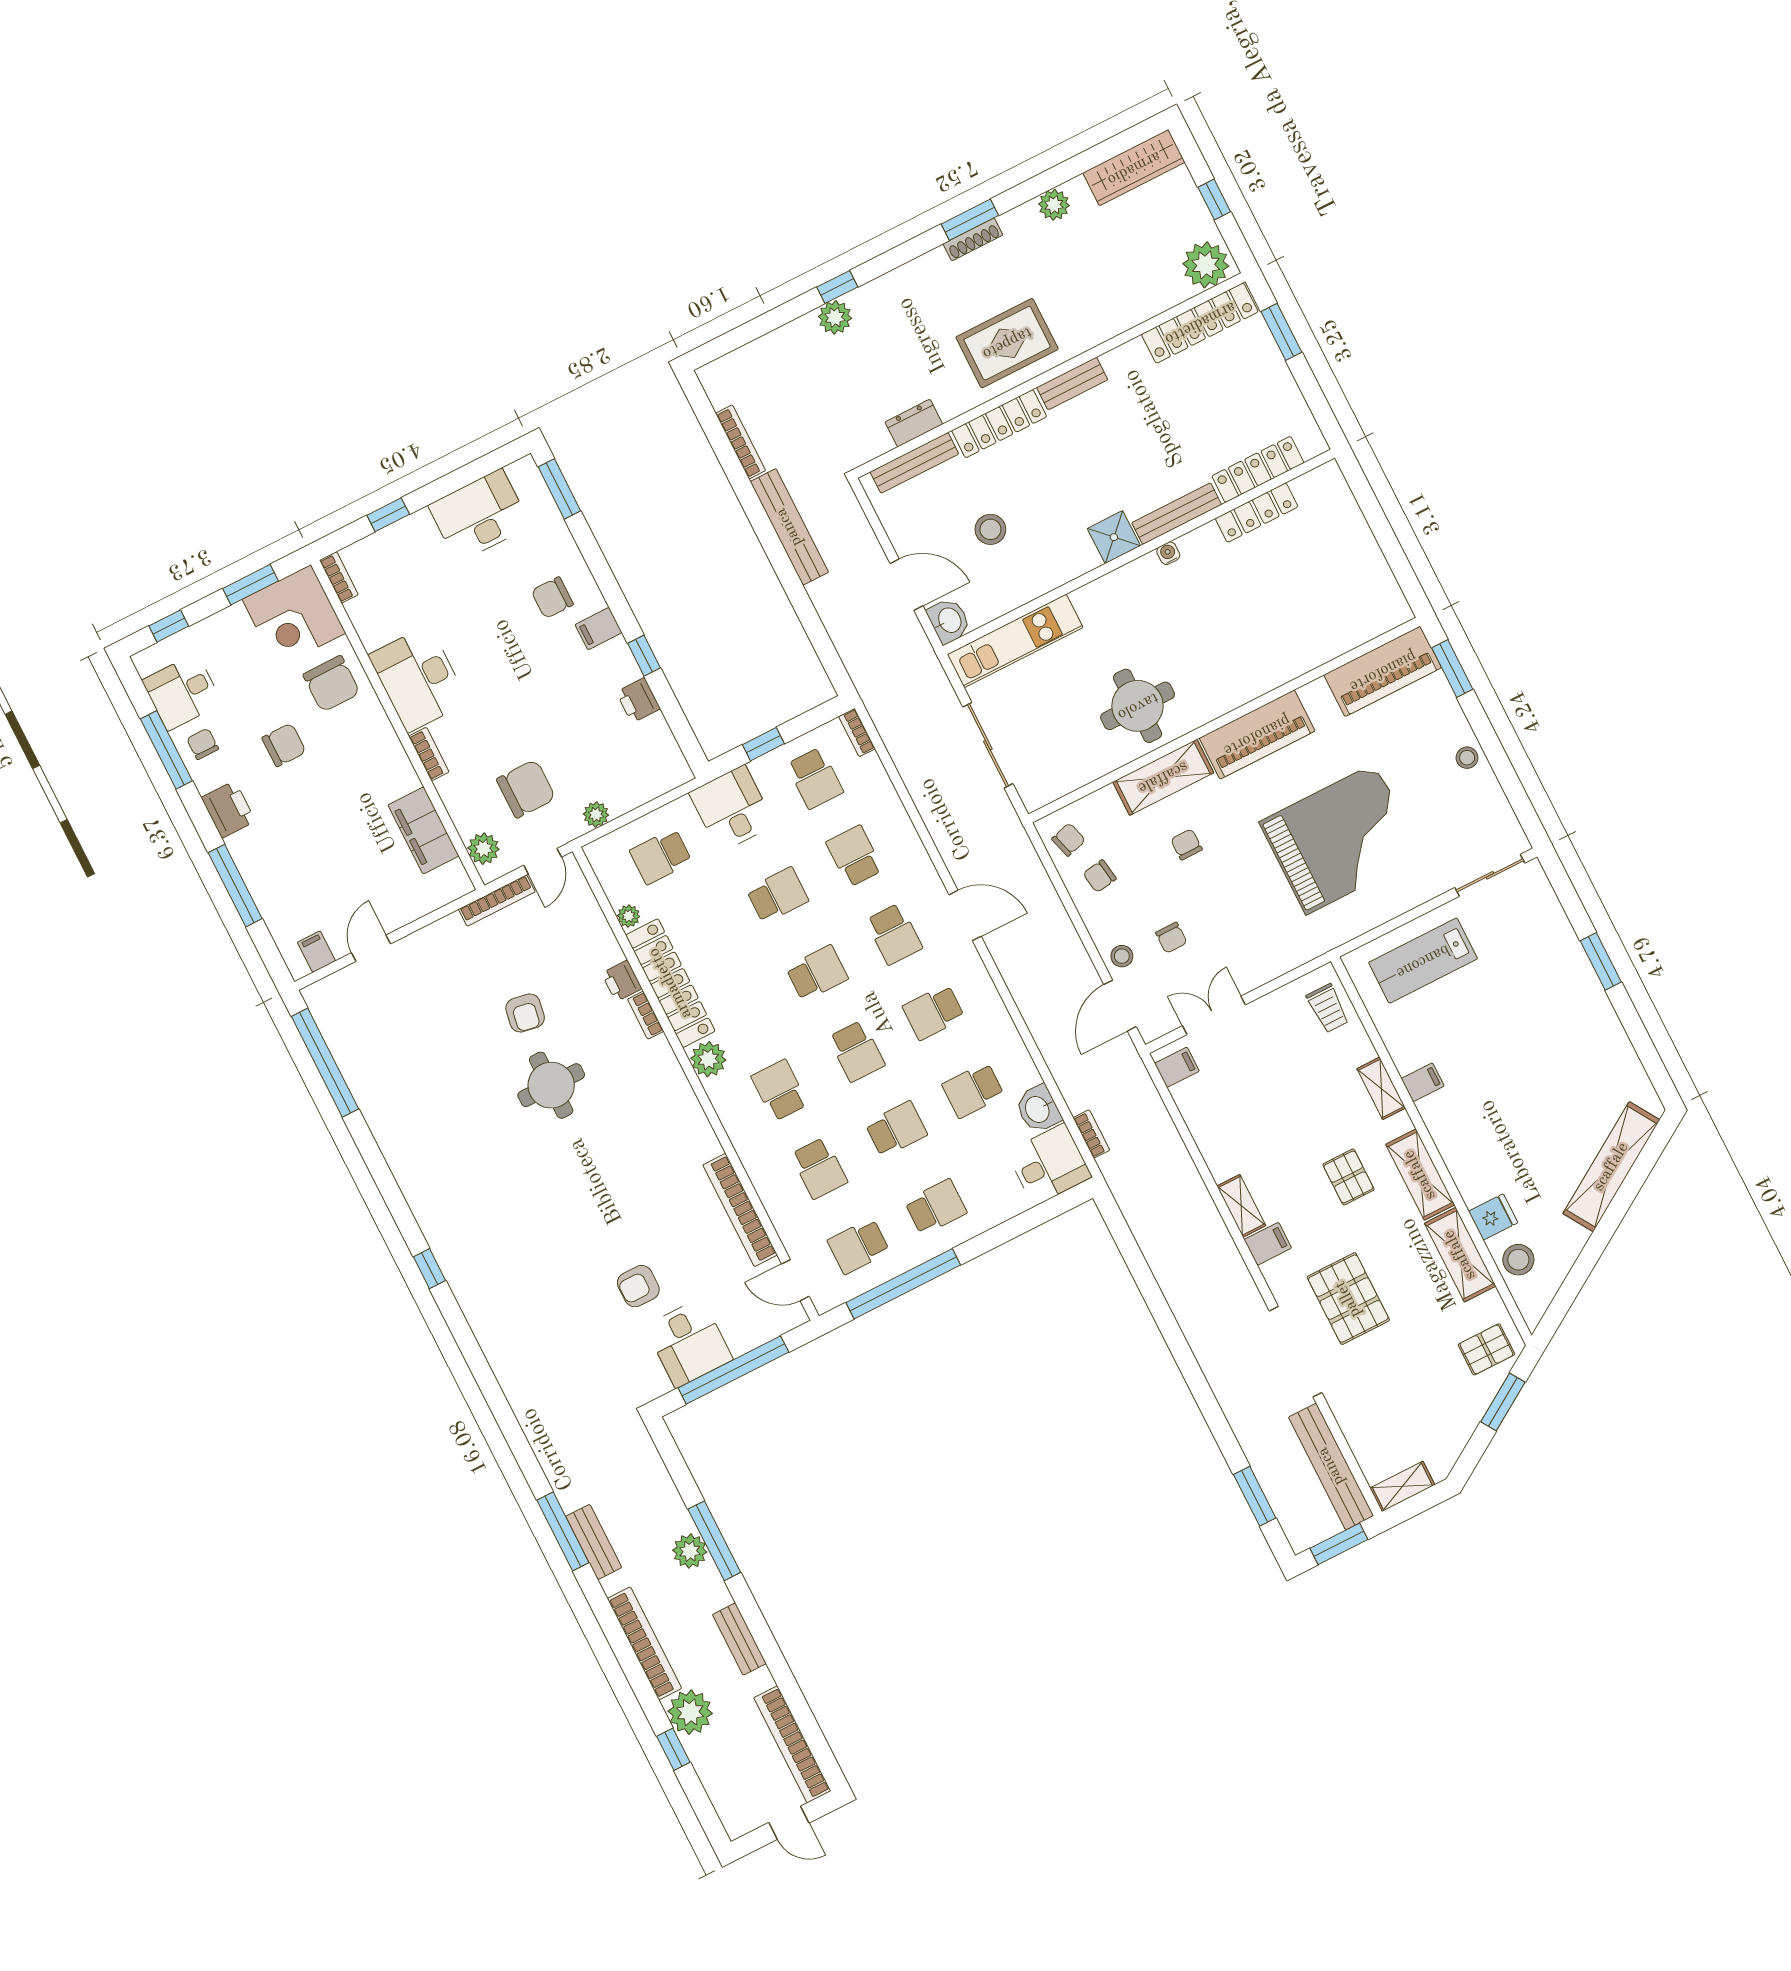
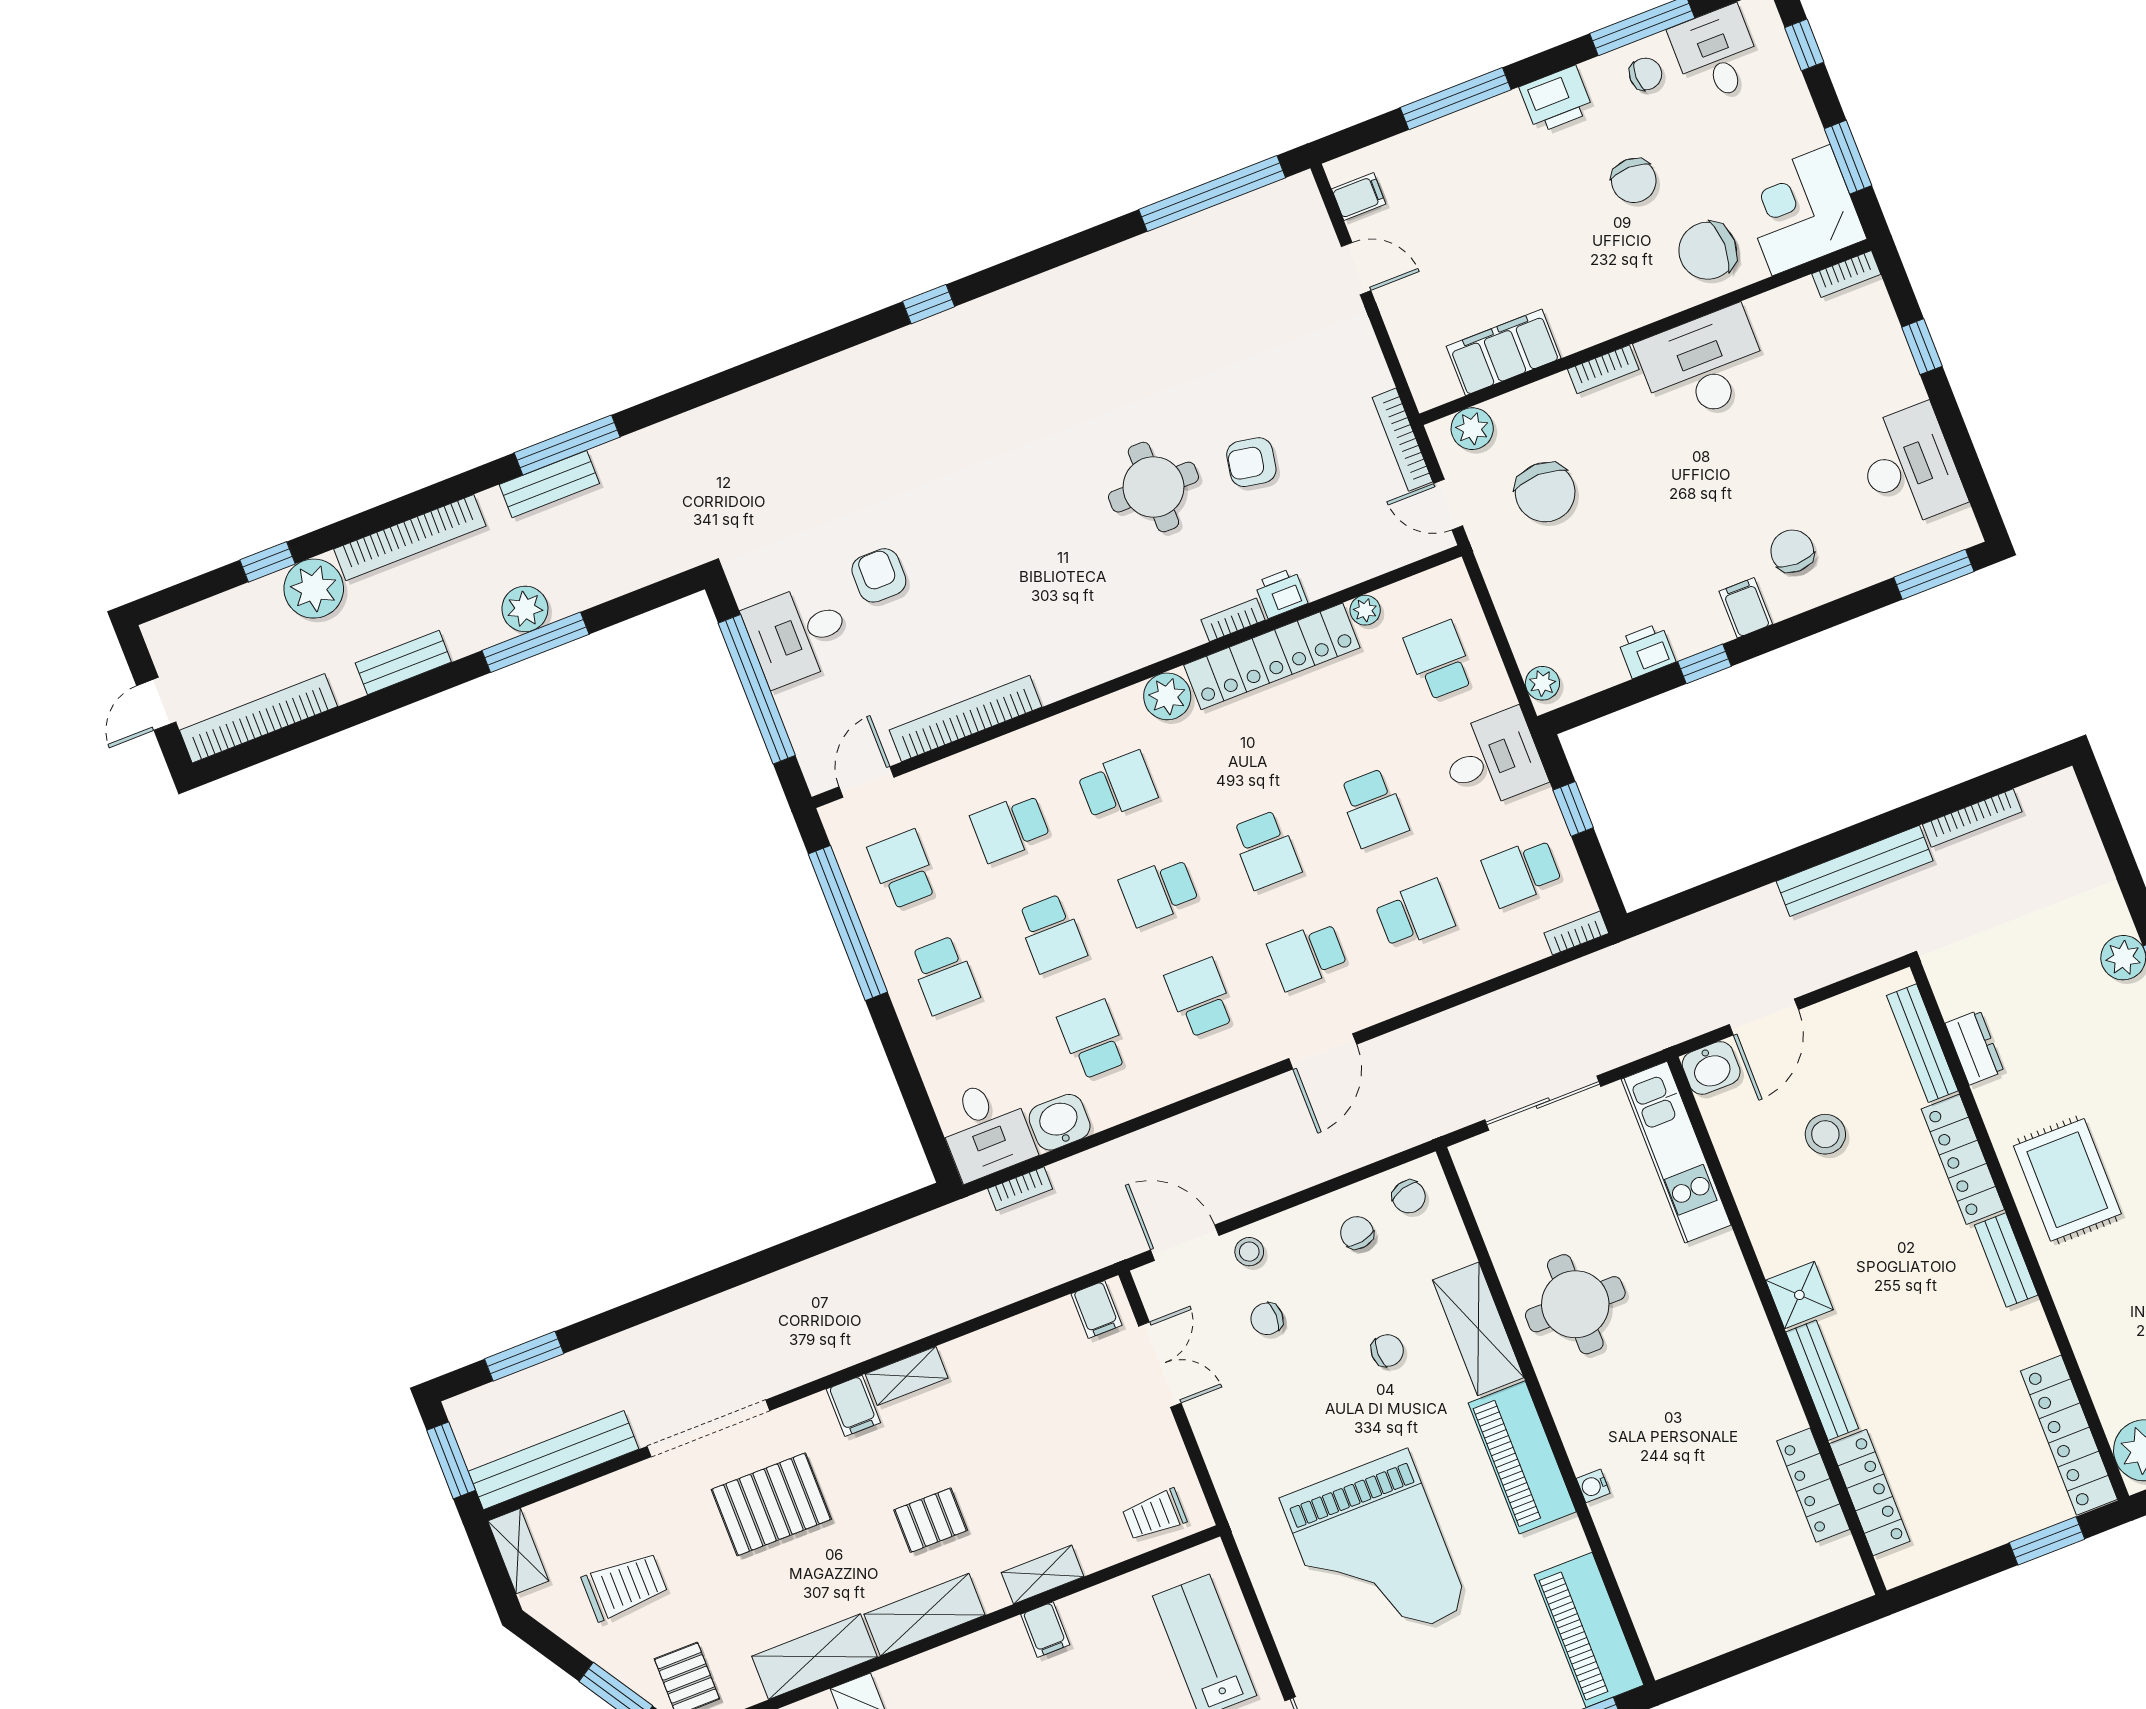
water cooler: (1168, 553) -> (1593, 1486), moved, turned 180
plant: (596, 815) -> (1542, 683), moved
trolley: (1421, 1403) -> (625, 1586), added

